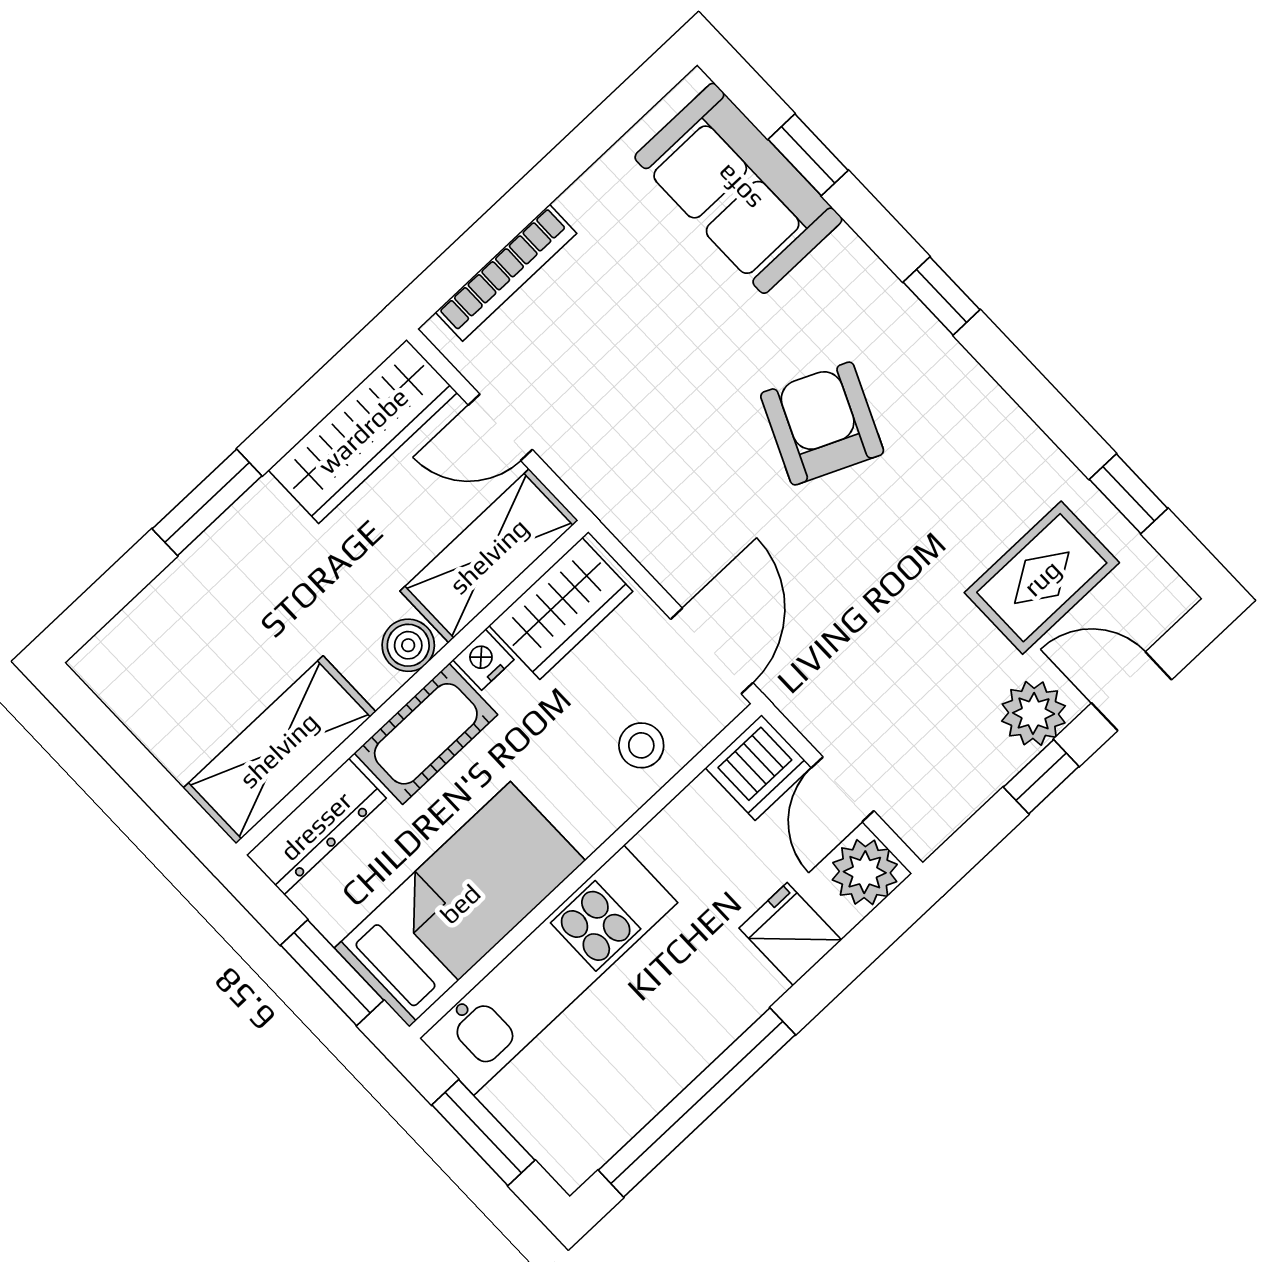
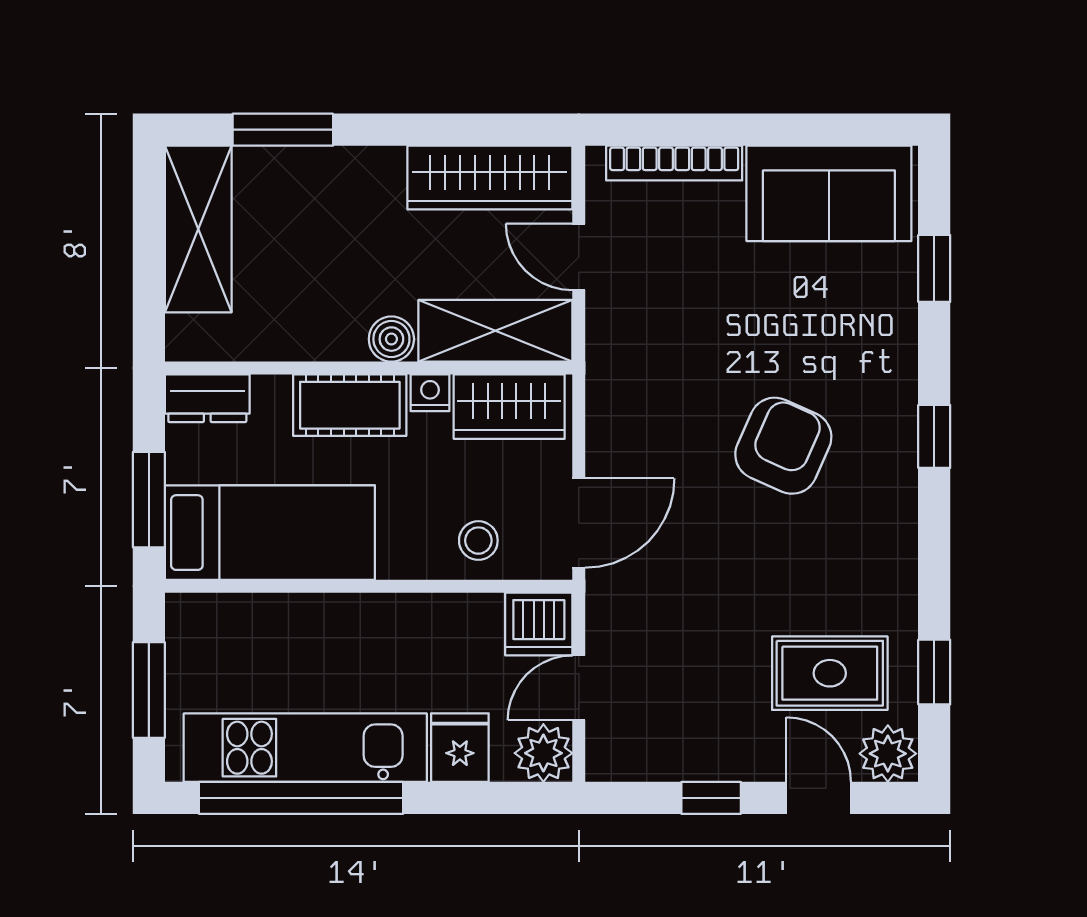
sofa: (738, 188) -> (829, 193), moved, turned -90
window: (207, 502) -> (283, 130), moved
plant: (1034, 713) -> (888, 754), moved
shelving: (279, 750) -> (198, 229), moved, turned 90
dresser: (316, 826) -> (207, 398), width x0.70
kitchen unit: (549, 970) -> (305, 748), moved, turned 180

